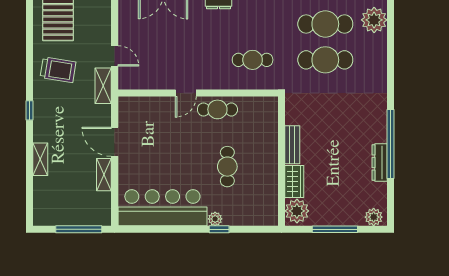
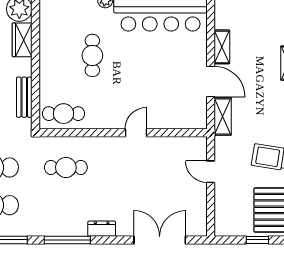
shelving: (103, 86) -> (223, 116), moved
cafe table: (217, 109) -> (63, 114), moved
bench: (292, 145) -> (24, 97), moved

